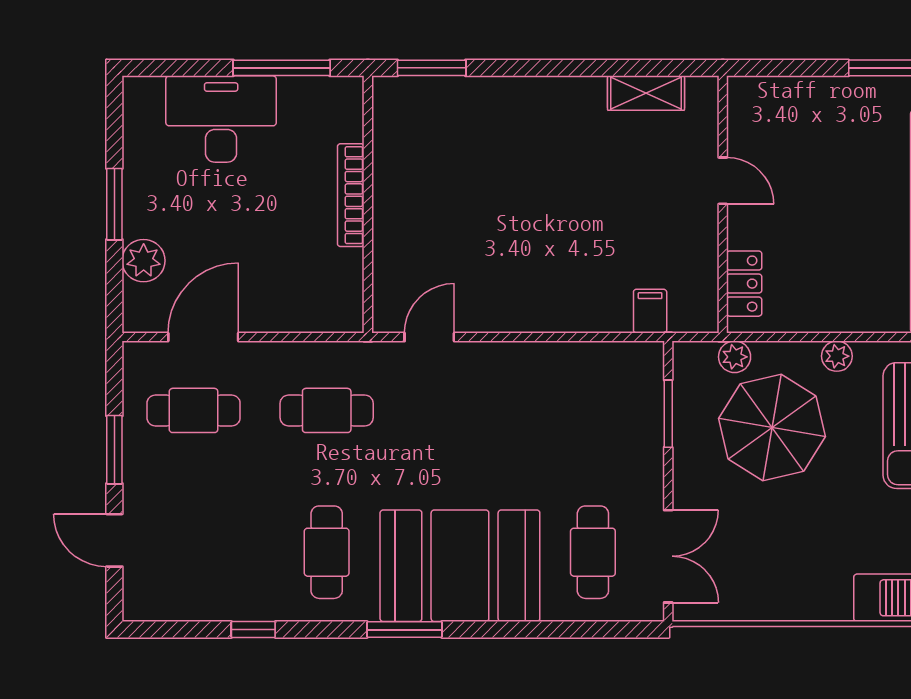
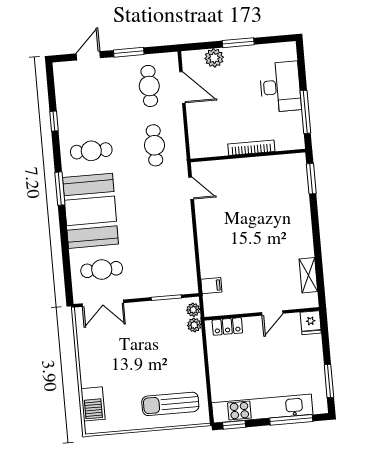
fridge: (752, 97) -> (311, 323), added
plant: (837, 356) -> (193, 310), moved
parasol: (772, 427) -> (164, 344), removed

